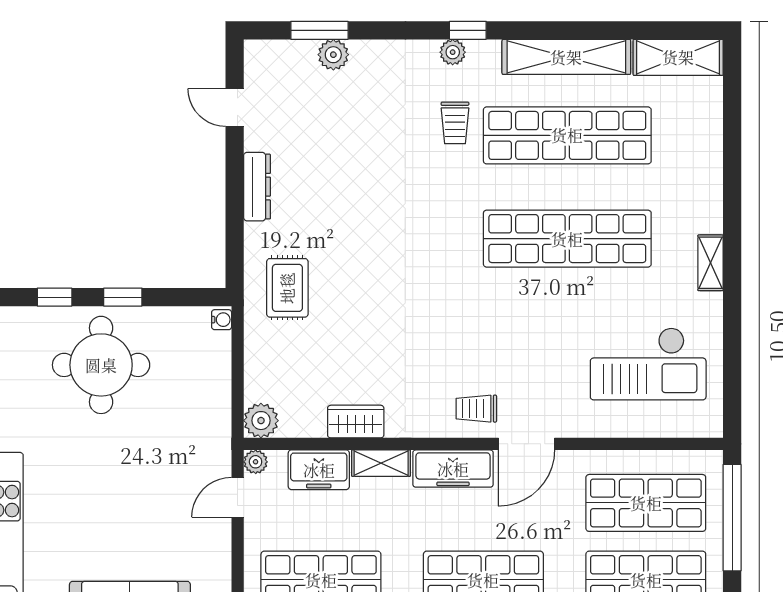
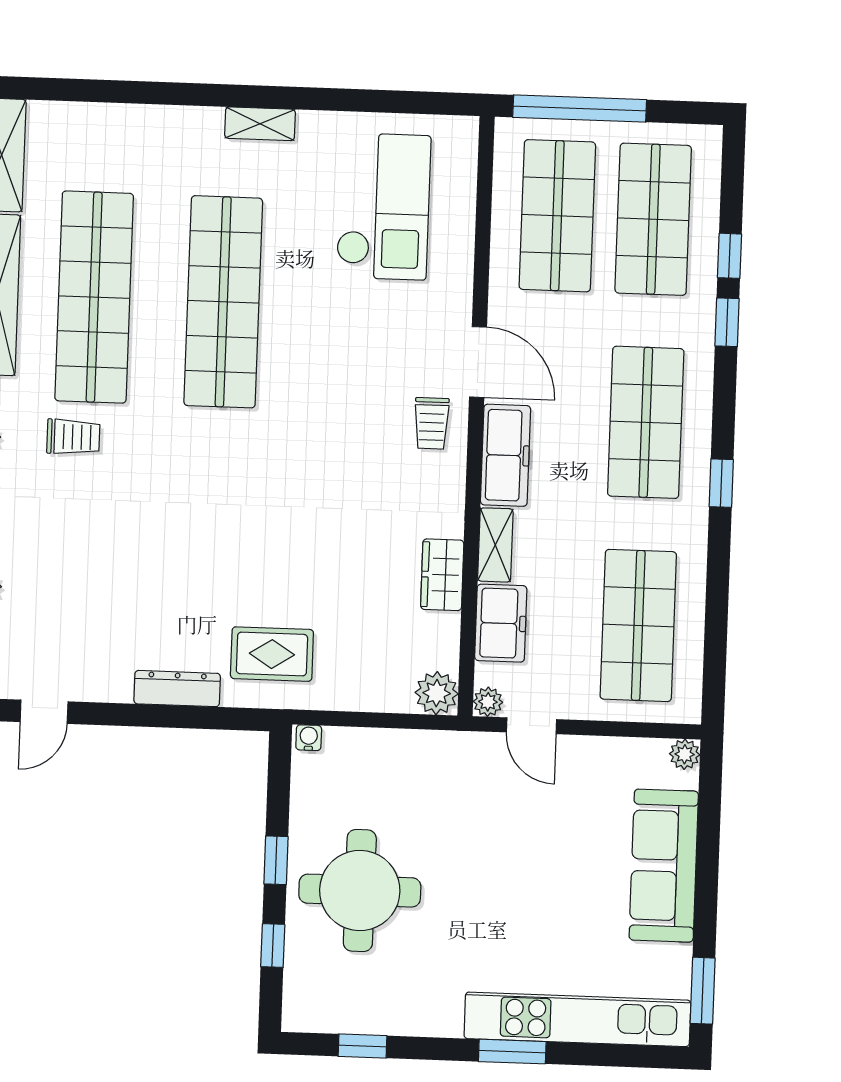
dresser: (257, 187) -> (177, 689), moved

